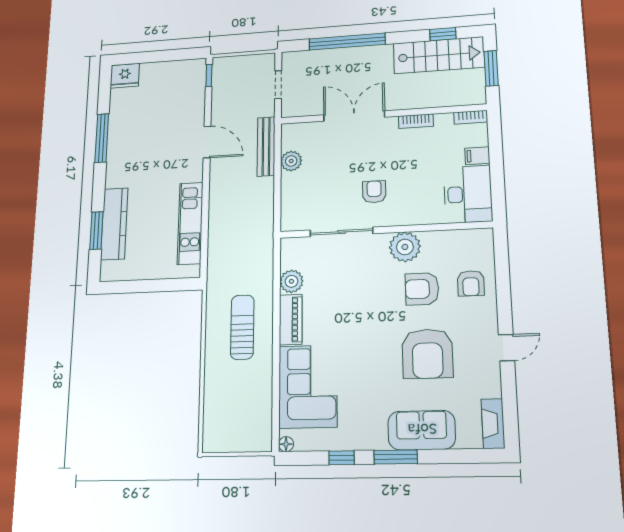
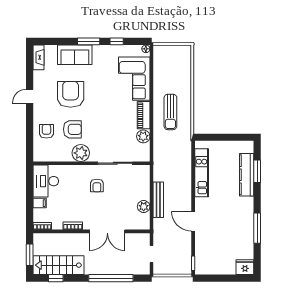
bench: (266, 146) -> (158, 200), moved

